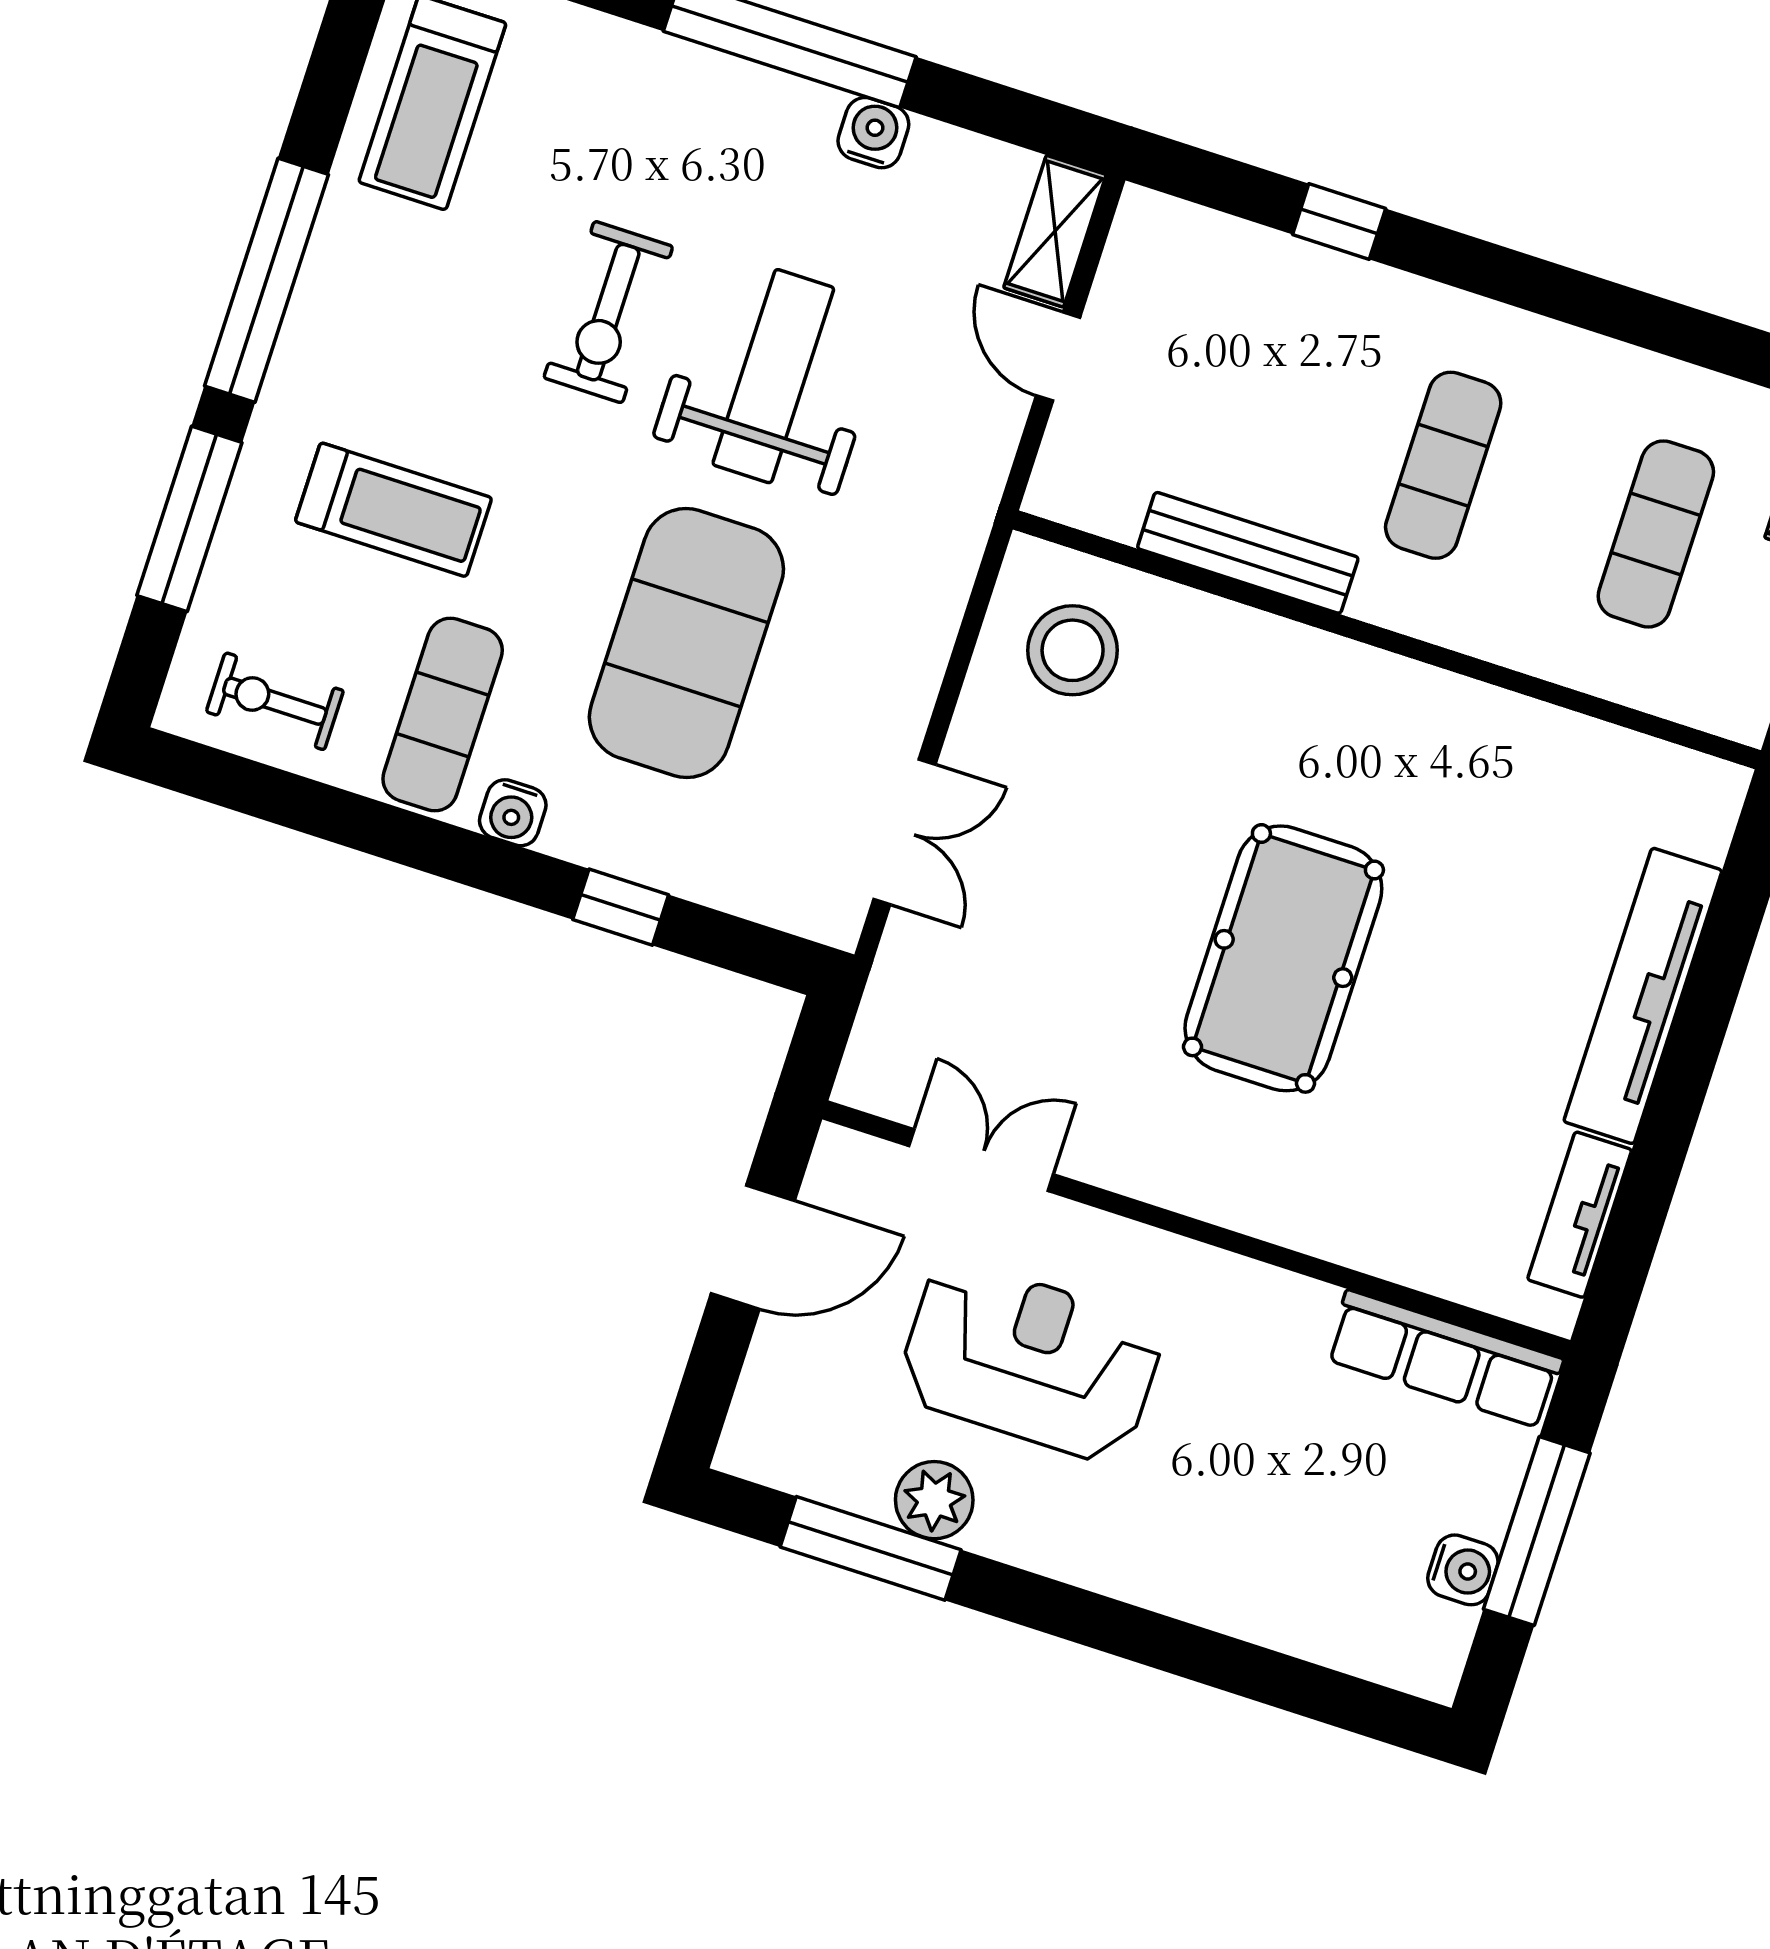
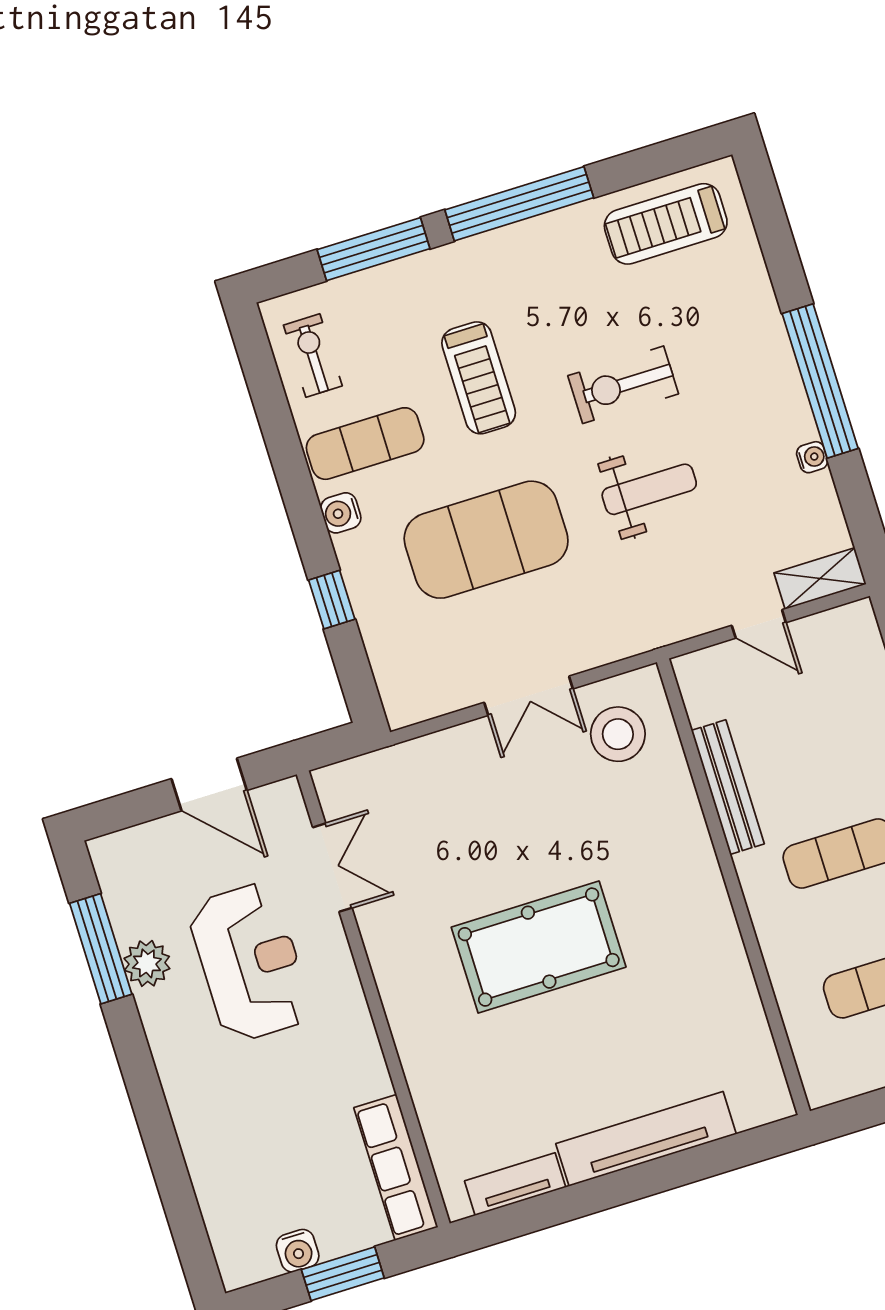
water cooler: (873, 133) -> (812, 457), width x0.72, depth x0.72
door: (1058, 357) -> (759, 624), swing flipped
weight bench: (773, 376) -> (649, 489), width x0.73, depth x0.75
treadmill: (393, 510) -> (479, 378), moved
double door: (905, 832) -> (529, 696), moved
window: (1537, 1531) -> (343, 1274), width x0.69

